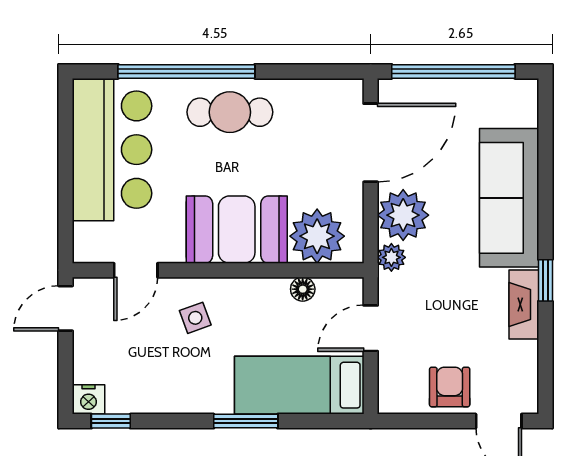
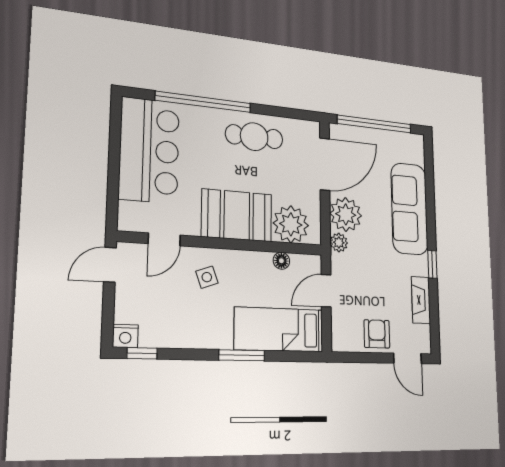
cafe table: (230, 112) -> (254, 137), moved
fireplace: (524, 304) -> (421, 300), moved

